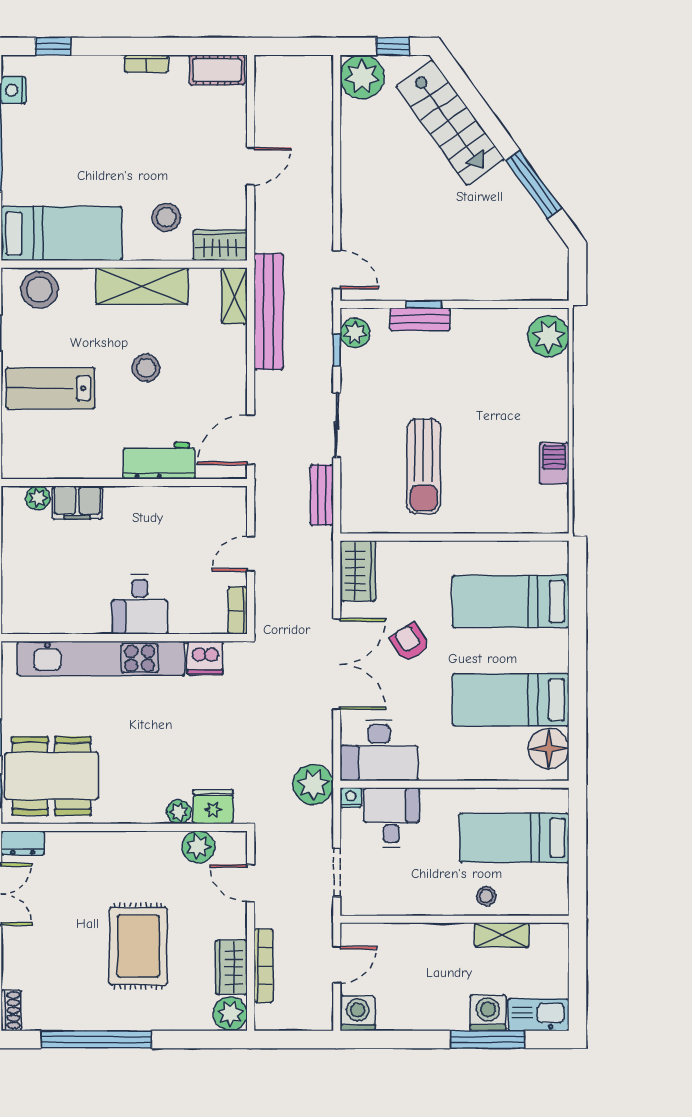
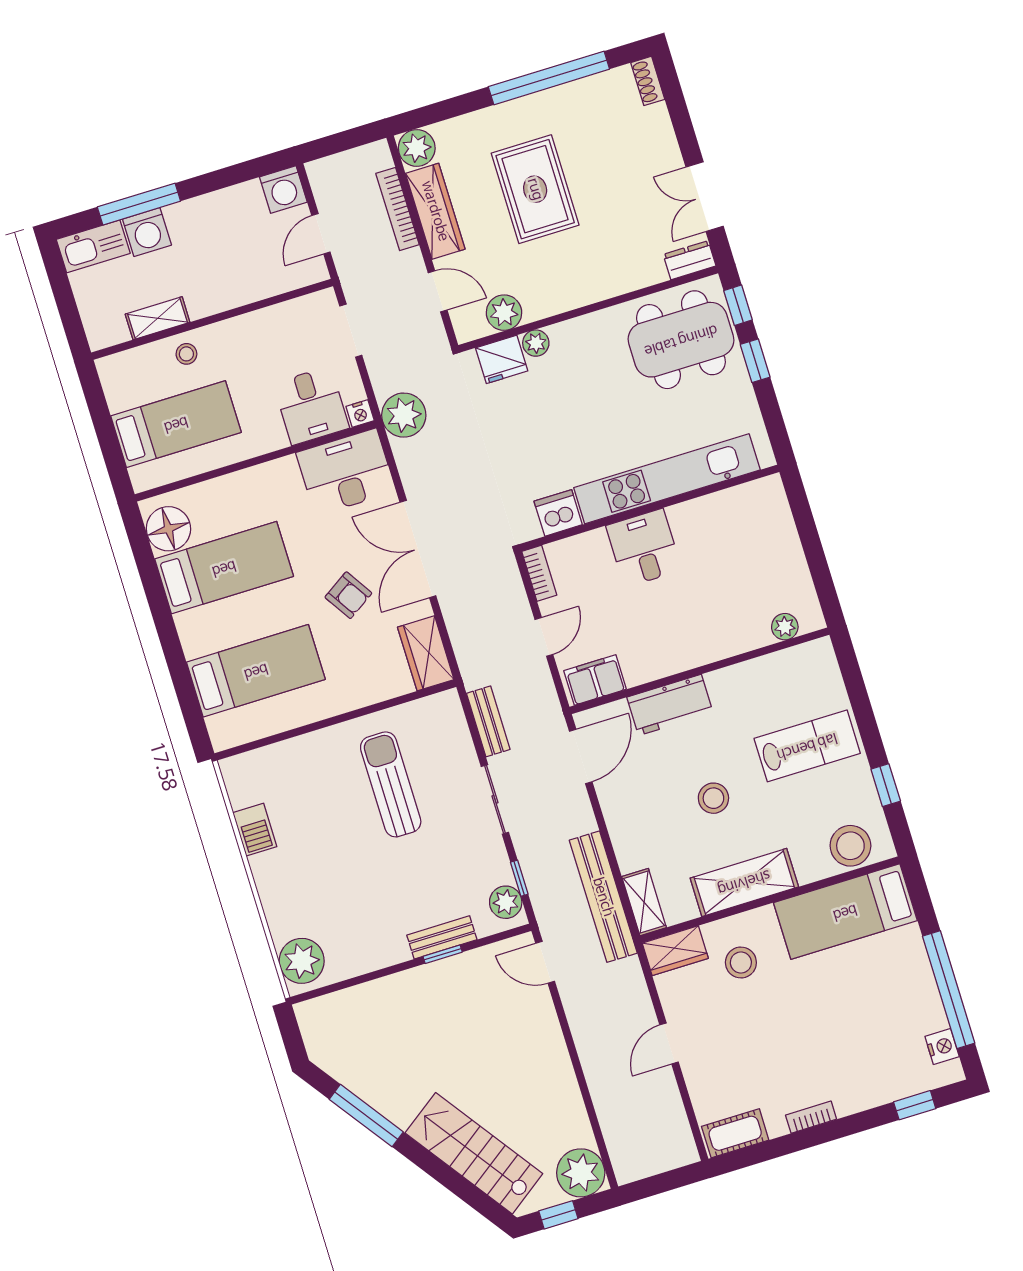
filing cabinet: (77, 503) -> (595, 680), moved
wardrobe: (231, 967) -> (435, 211), width x1.50

